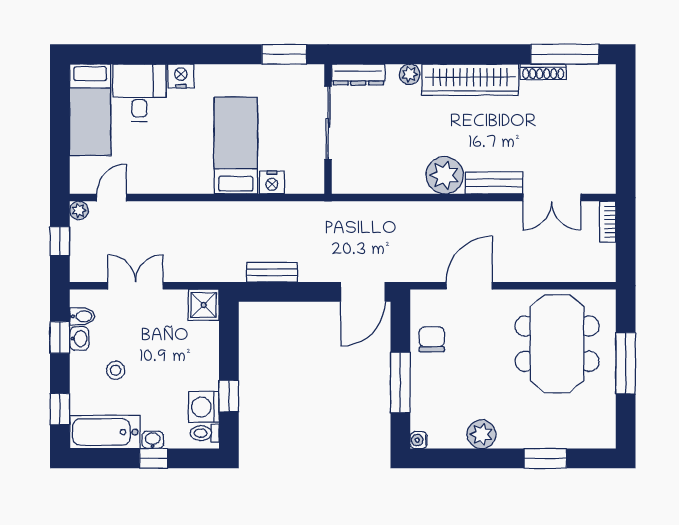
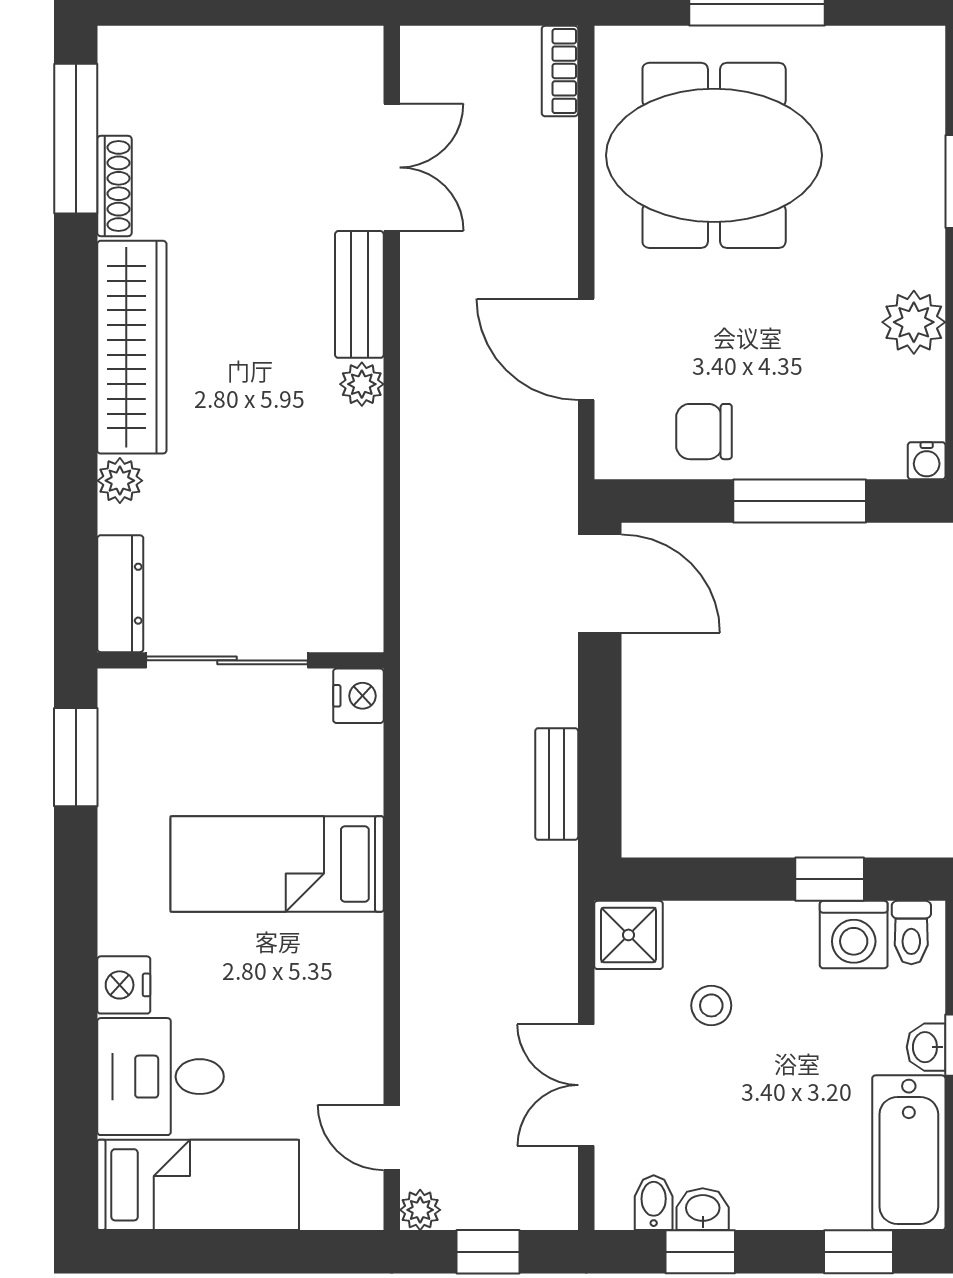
plant: (445, 175) -> (362, 384), width x0.53, depth x0.53
nightstand: (272, 182) -> (358, 696), moved
bookcase: (608, 222) -> (560, 71), moved, turned 90
stool: (116, 370) -> (711, 1005), moved

